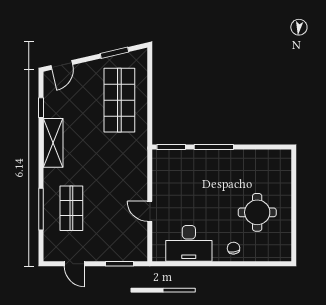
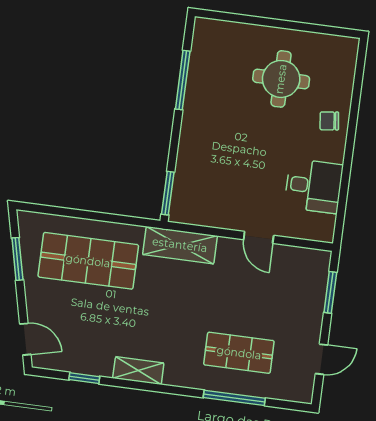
shelving: (53, 143) -> (138, 371), width x0.67, depth x0.75
window: (214, 147) -> (183, 80), moved
shelving: (138, 160) -> (180, 245), added
door: (150, 211) -> (259, 237), hinge flipped
desk: (189, 243) -> (314, 186), width x0.73

